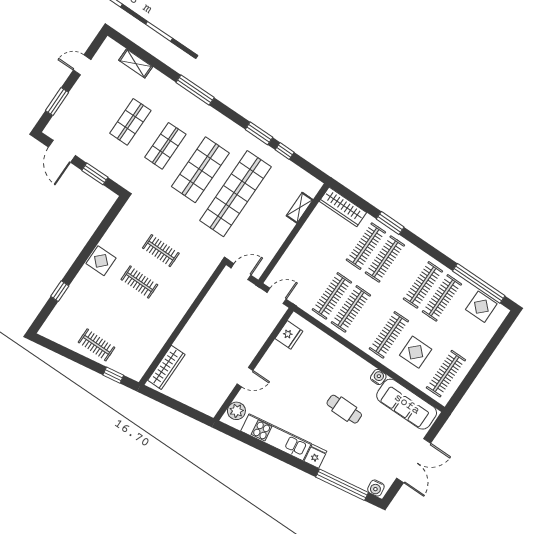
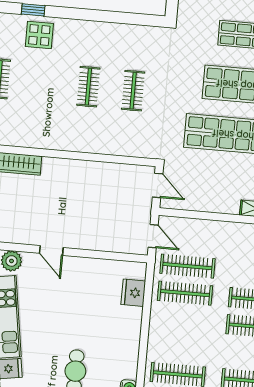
display table: (101, 261) -> (39, 35), moved
clothes rail: (351, 309) -> (187, 266), moved
fridge: (289, 335) -> (133, 293), moved, turned 90

